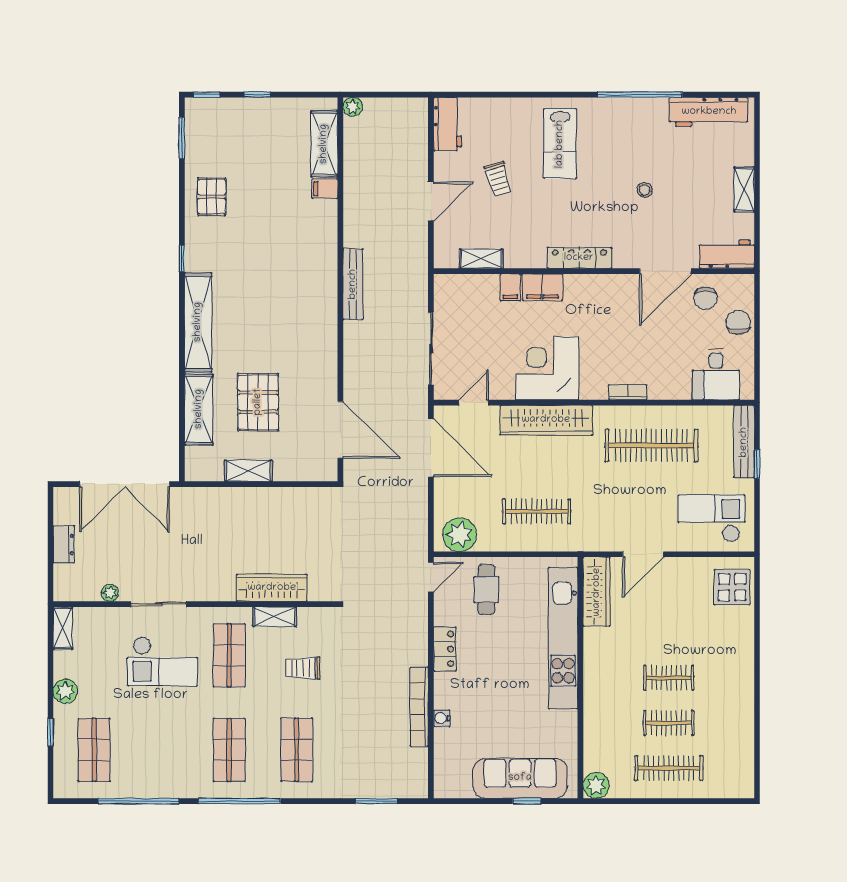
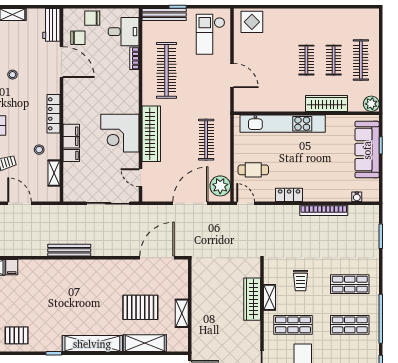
stool: (520, 234) -> (39, 150), added
bookcase: (628, 392) -> (134, 58), moved
door: (431, 448) -> (190, 203), moved
wardrobe: (597, 592) -> (326, 104), moved
water cooler: (442, 718) -> (357, 197), moved

